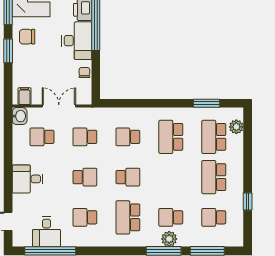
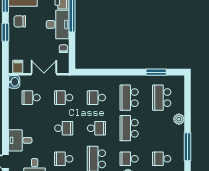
plant: (236, 127) -> (179, 119), moved
school desk: (214, 177) -> (129, 128), moved
desk: (28, 179) -> (20, 140), moved
window: (248, 201) -> (187, 147), width x2.17

